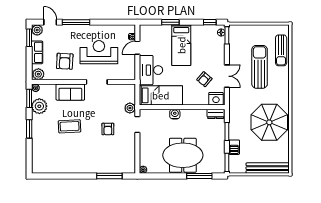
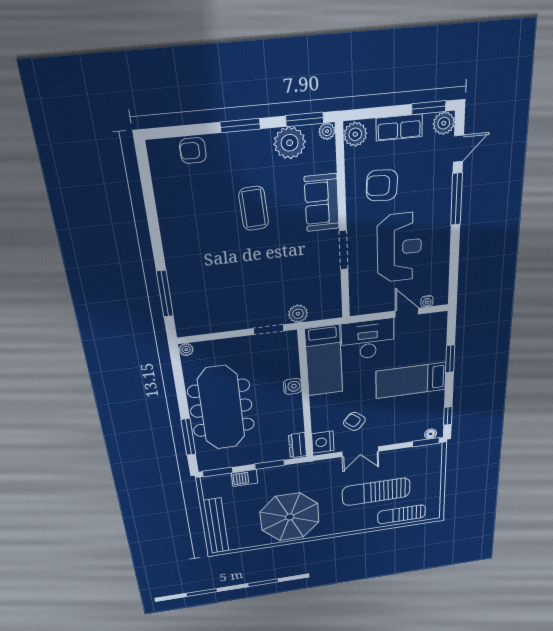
sun lounger: (260, 67) -> (376, 492), turned 180
armchair: (108, 129) -> (193, 151), moved
meeting table: (183, 155) -> (221, 408), width x1.36

